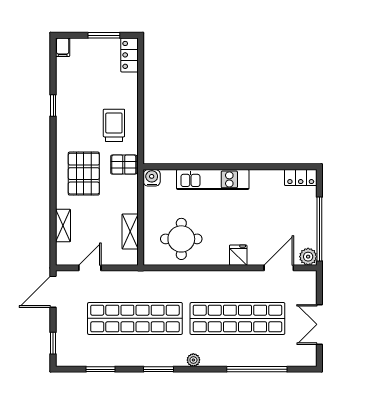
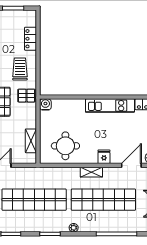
locker: (129, 55) -> (30, 39), moved
kitchen unit: (213, 179) -> (110, 106), moved
shelving: (220, 278) -> (91, 172), added

